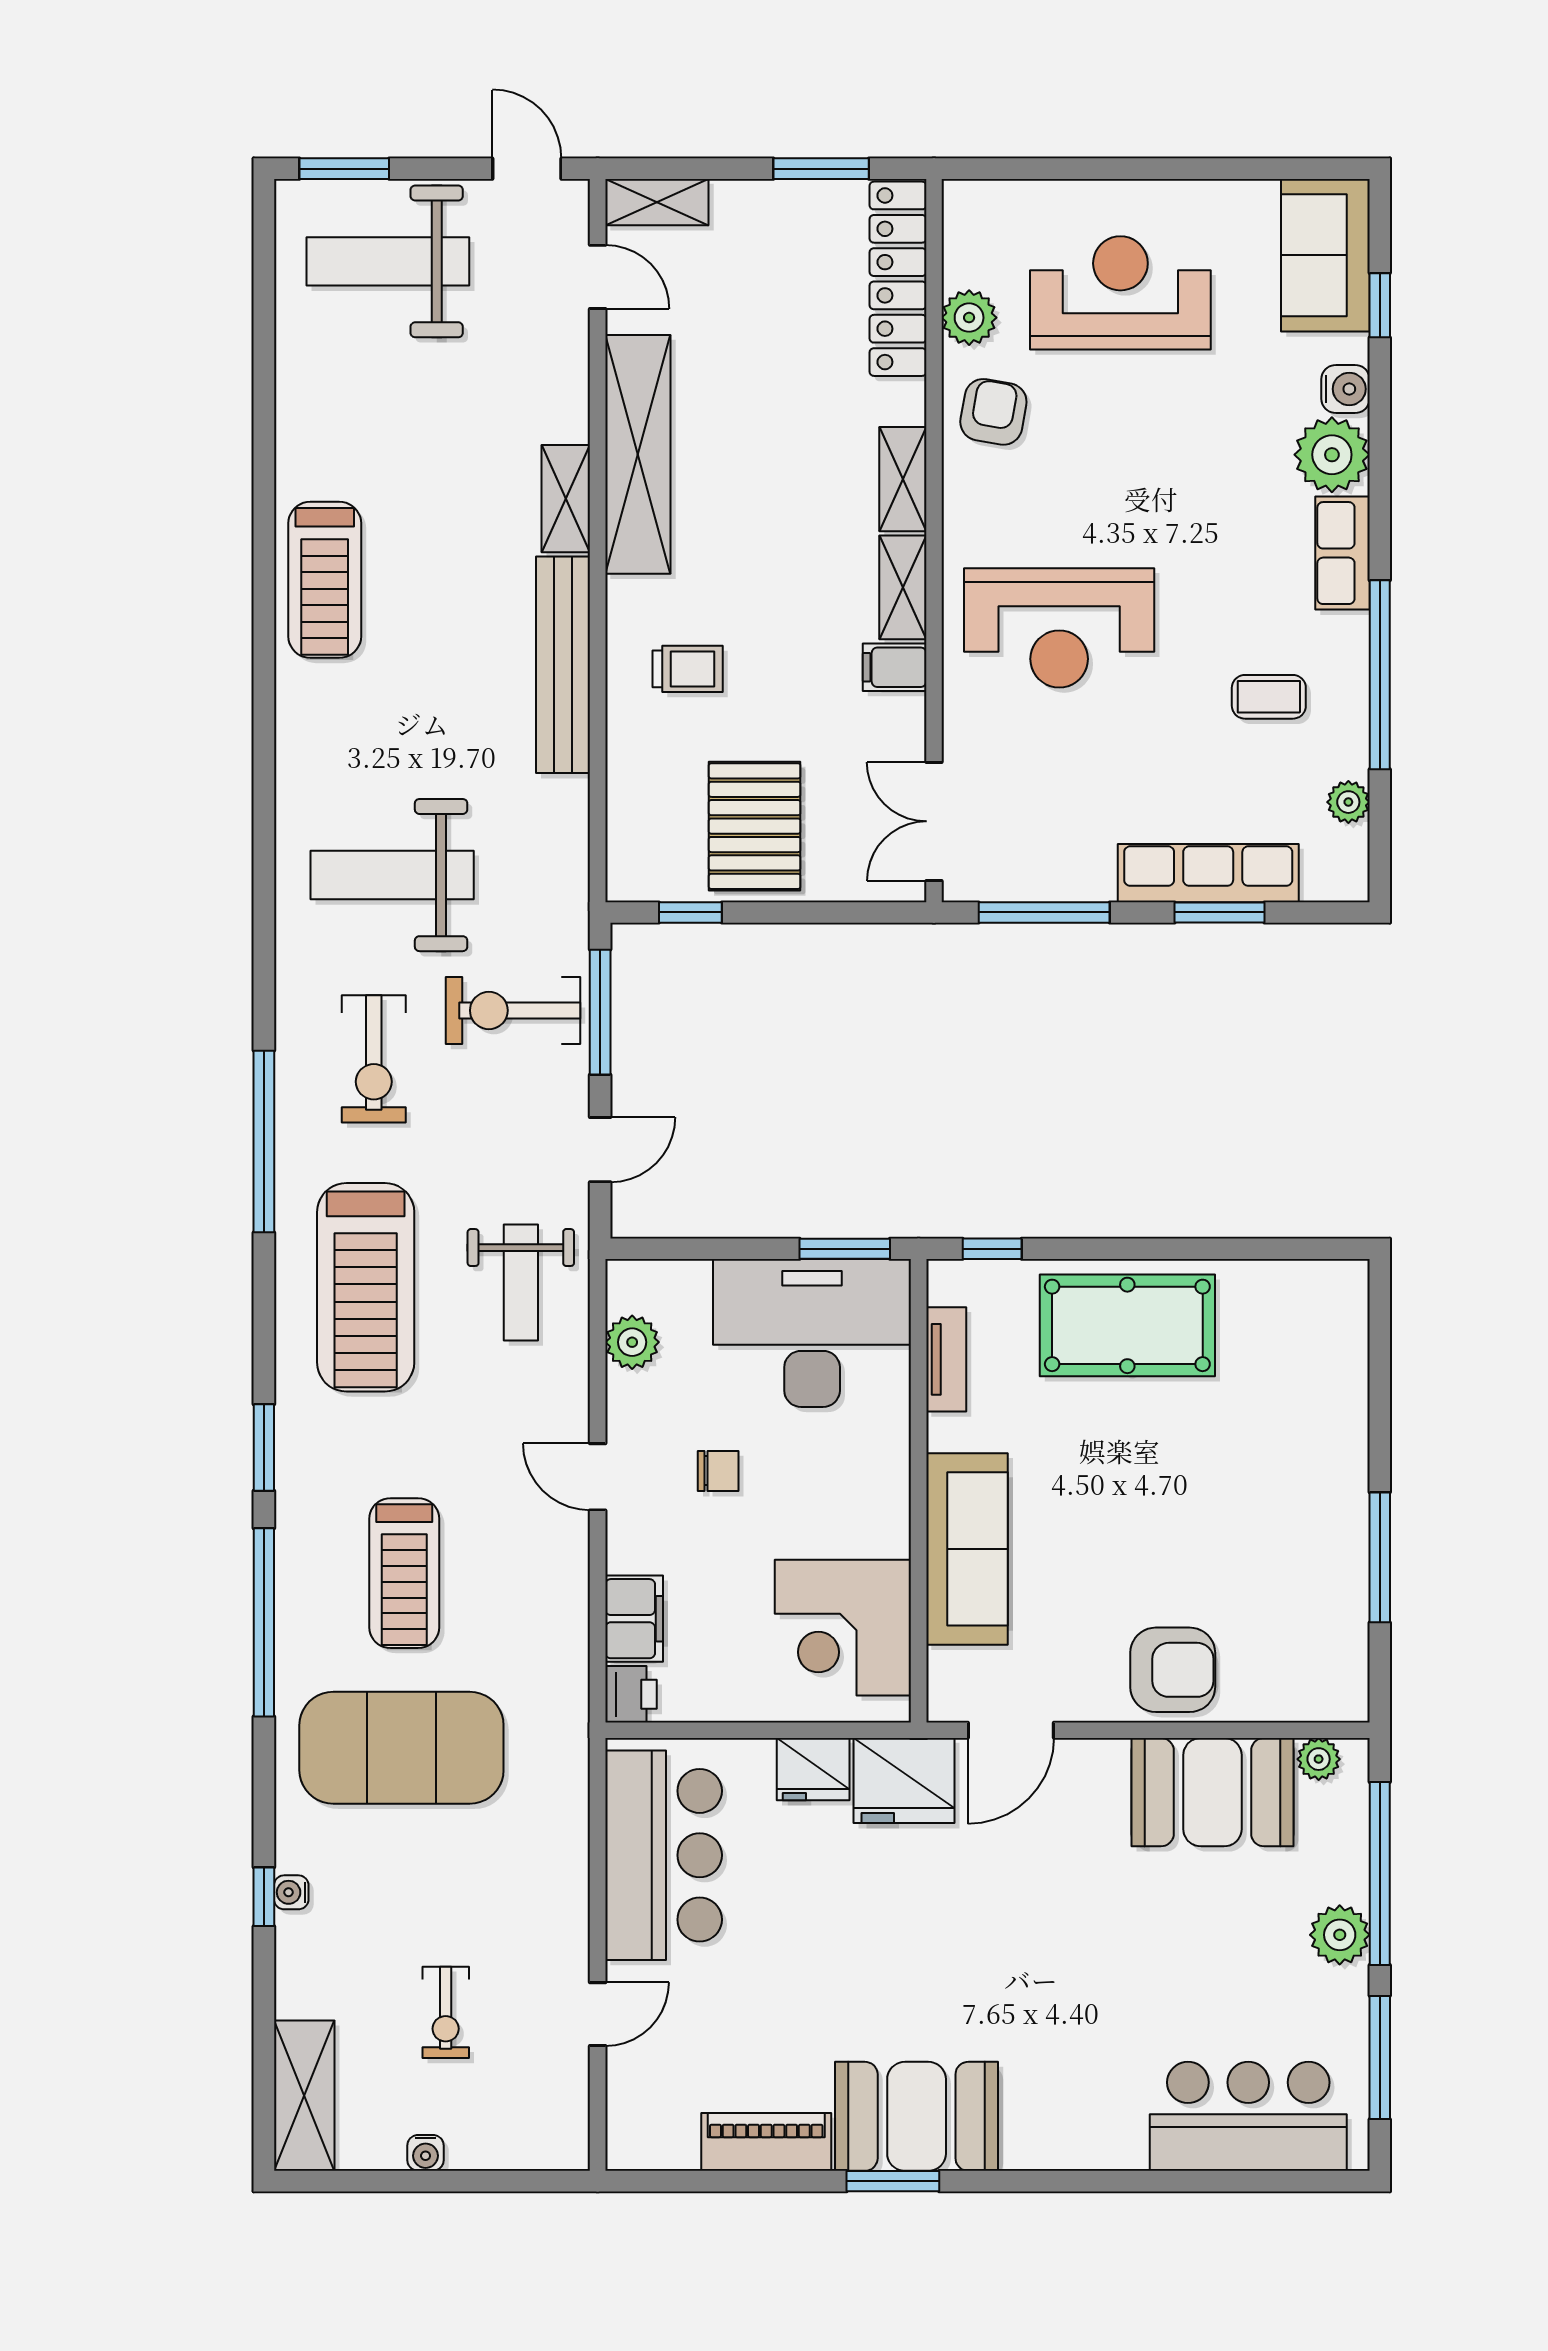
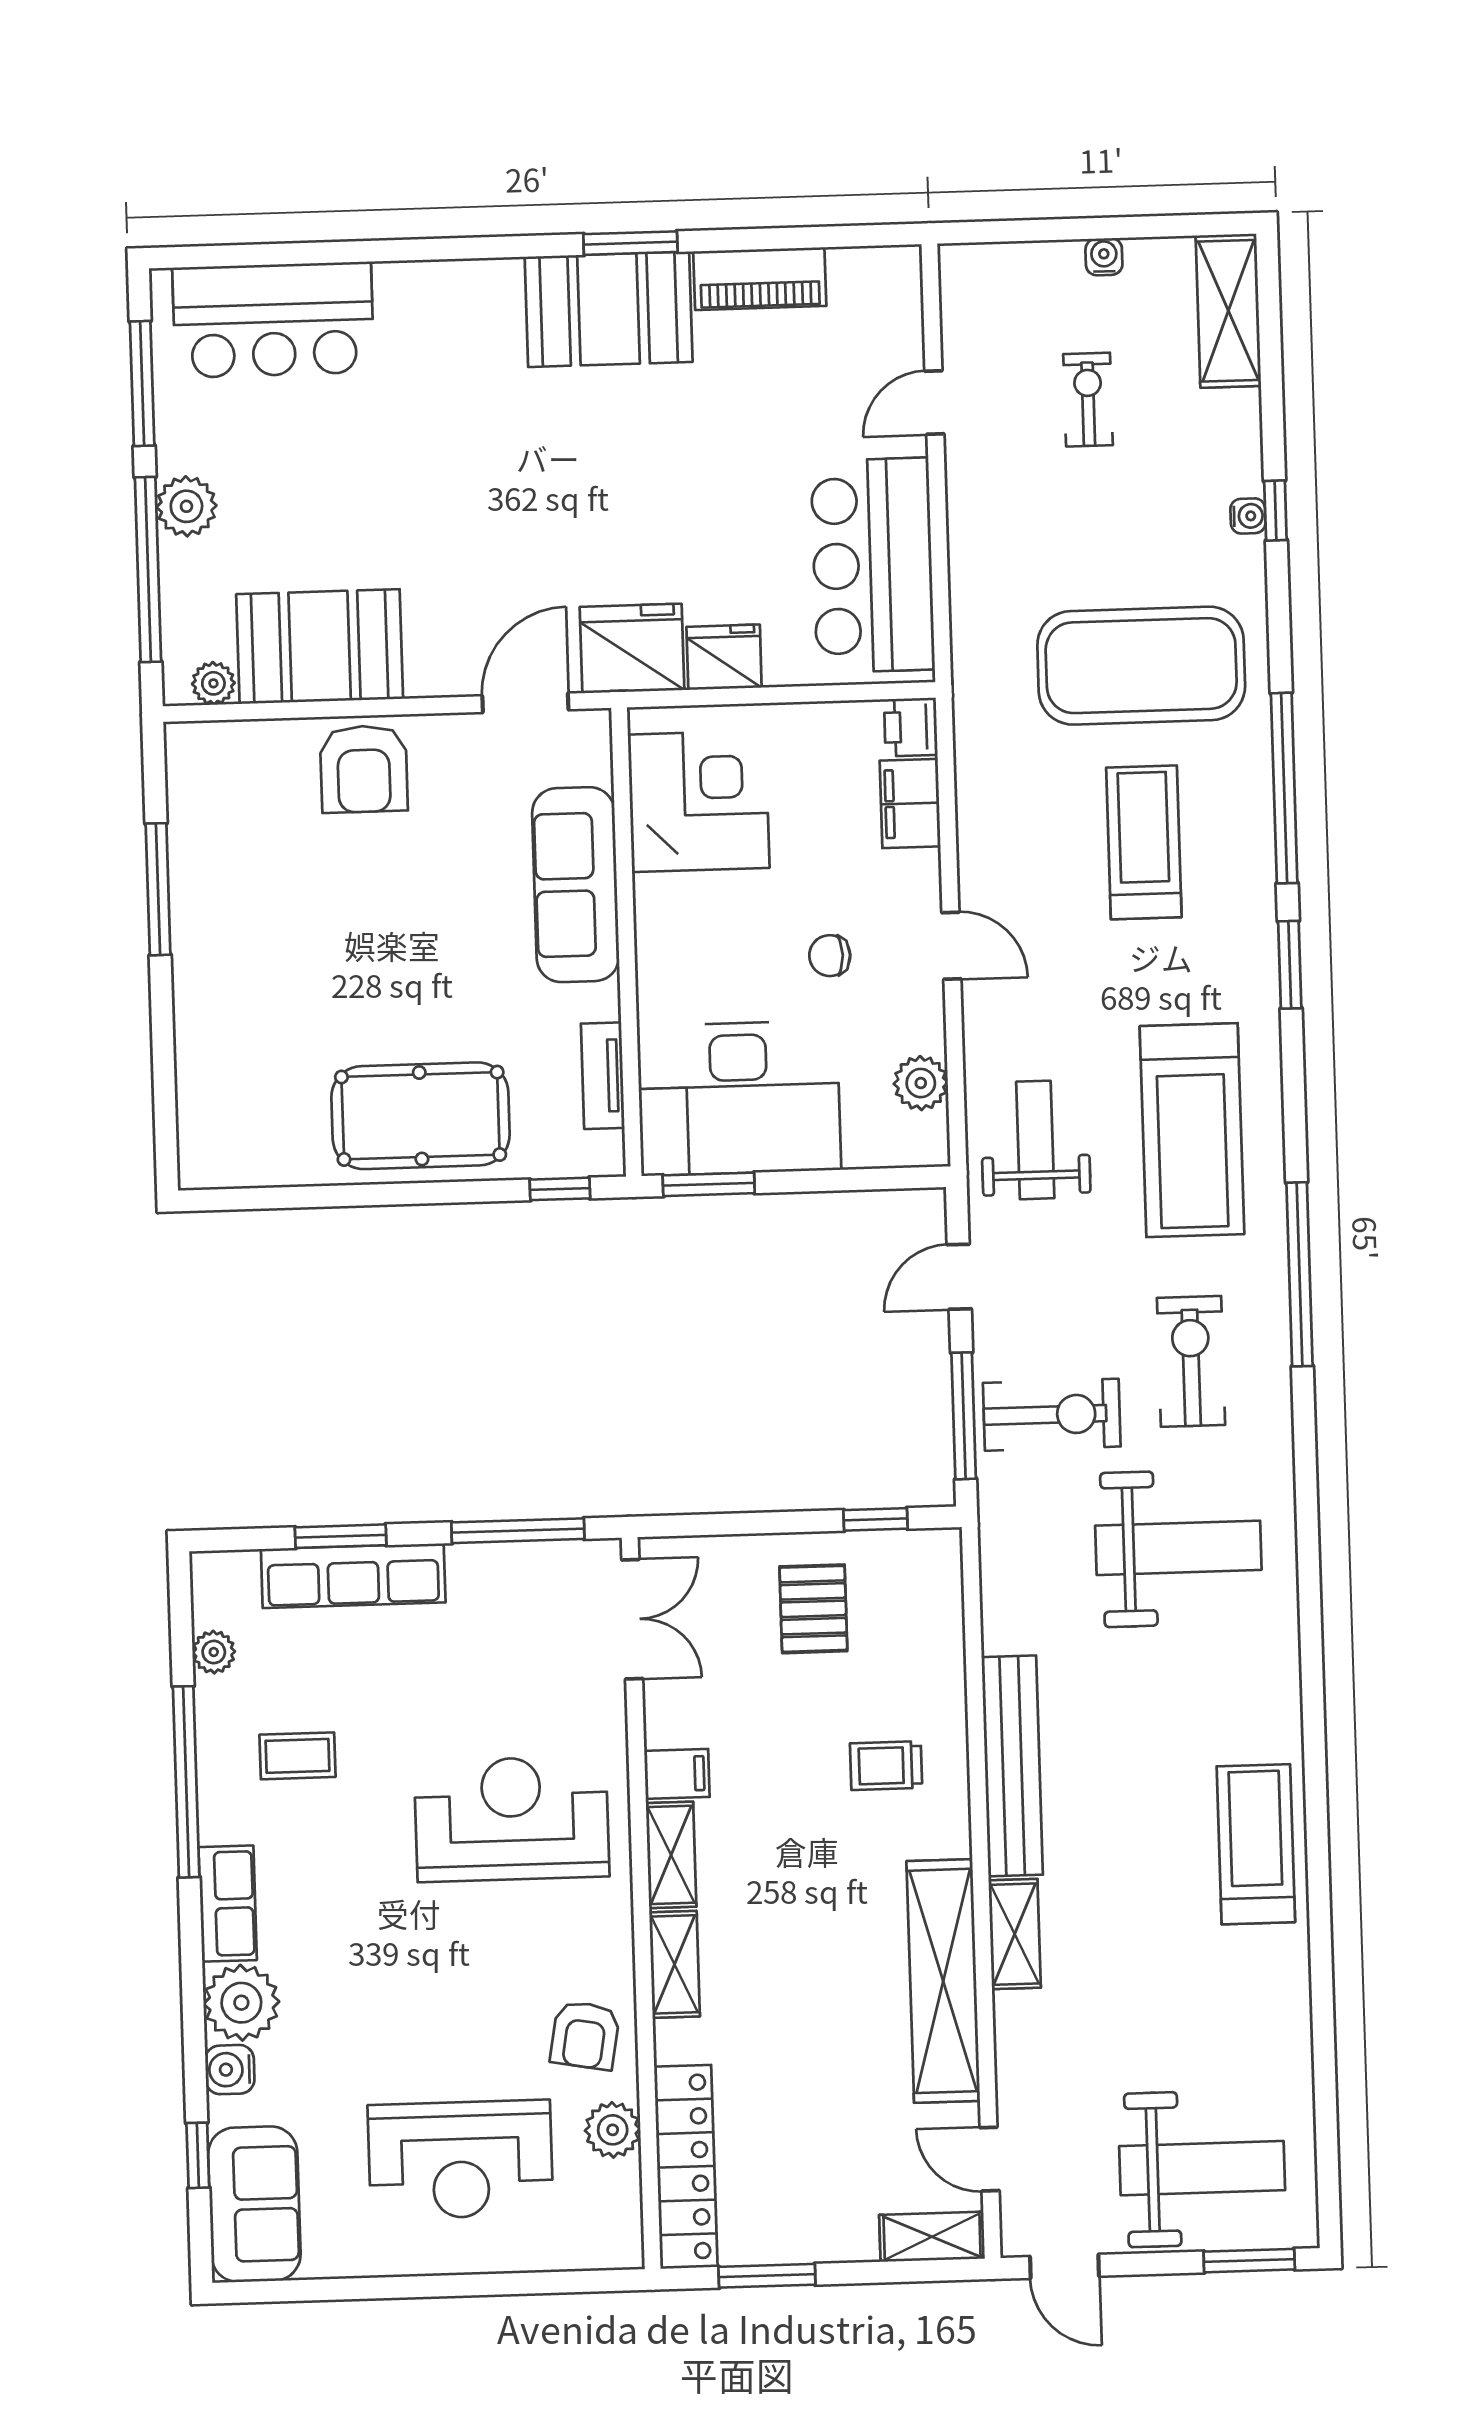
pallet: (755, 826) -> (813, 1609), width x0.67, depth x0.71
treadmill: (366, 1287) -> (1192, 1130), turned 180
armchair: (1173, 1670) -> (364, 769), turned -90

